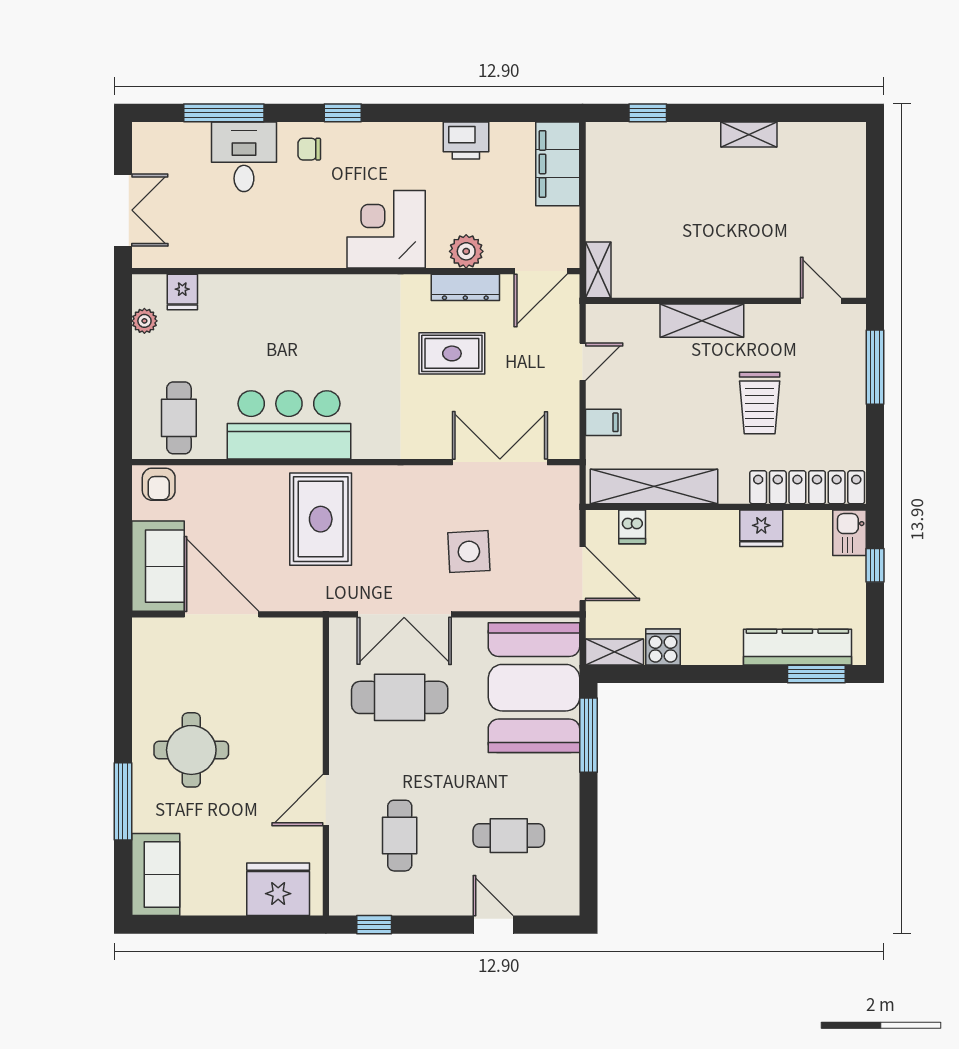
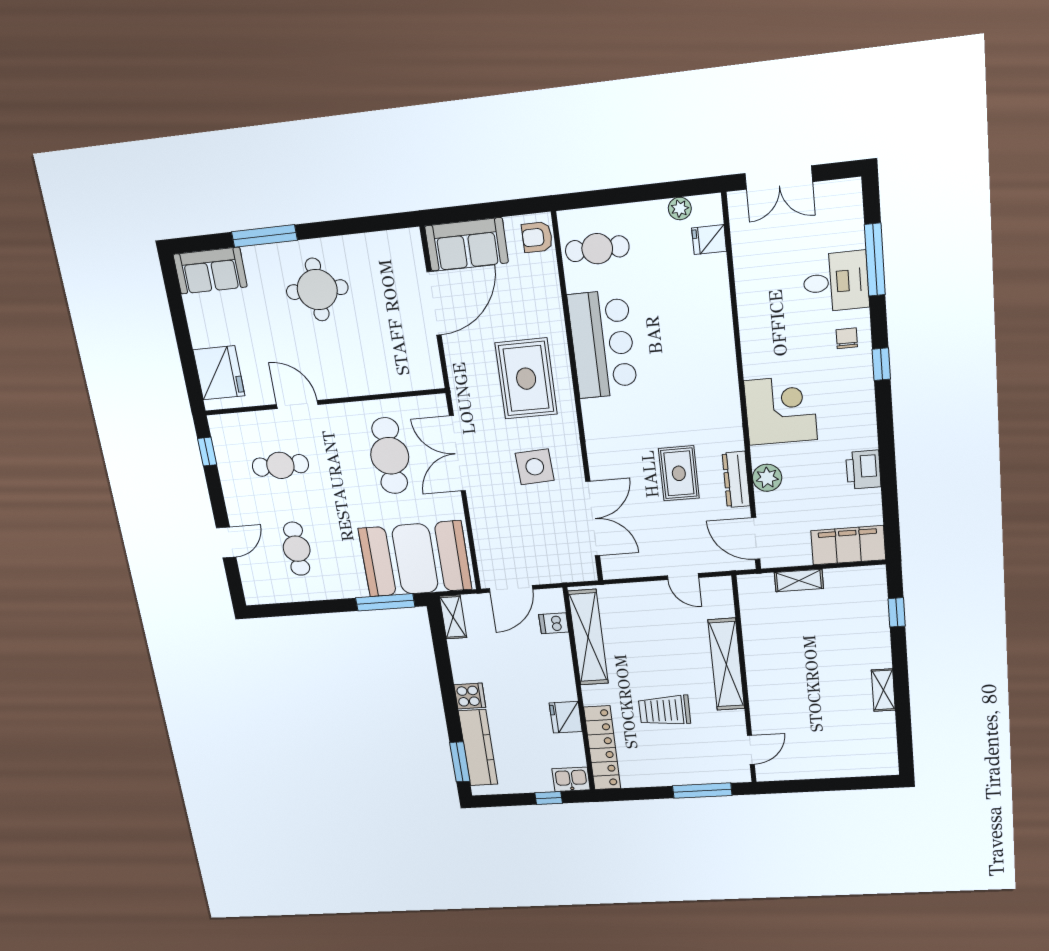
shelving: (598, 270) -> (799, 581), moved
shelving: (702, 321) -> (726, 664), width x1.47
filing cabinet: (603, 422) -> (635, 596), removed
rug: (321, 519) -> (526, 379), turned 90
side table: (469, 552) -> (535, 467), moved
cooker: (663, 647) -> (470, 696), moved

